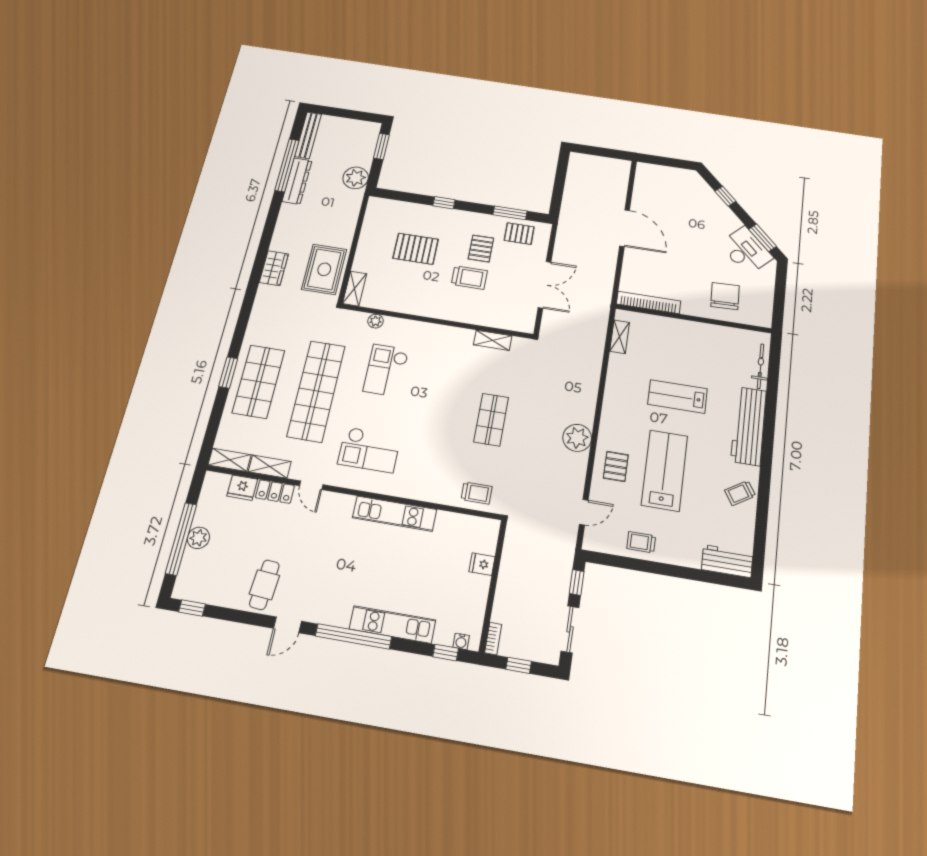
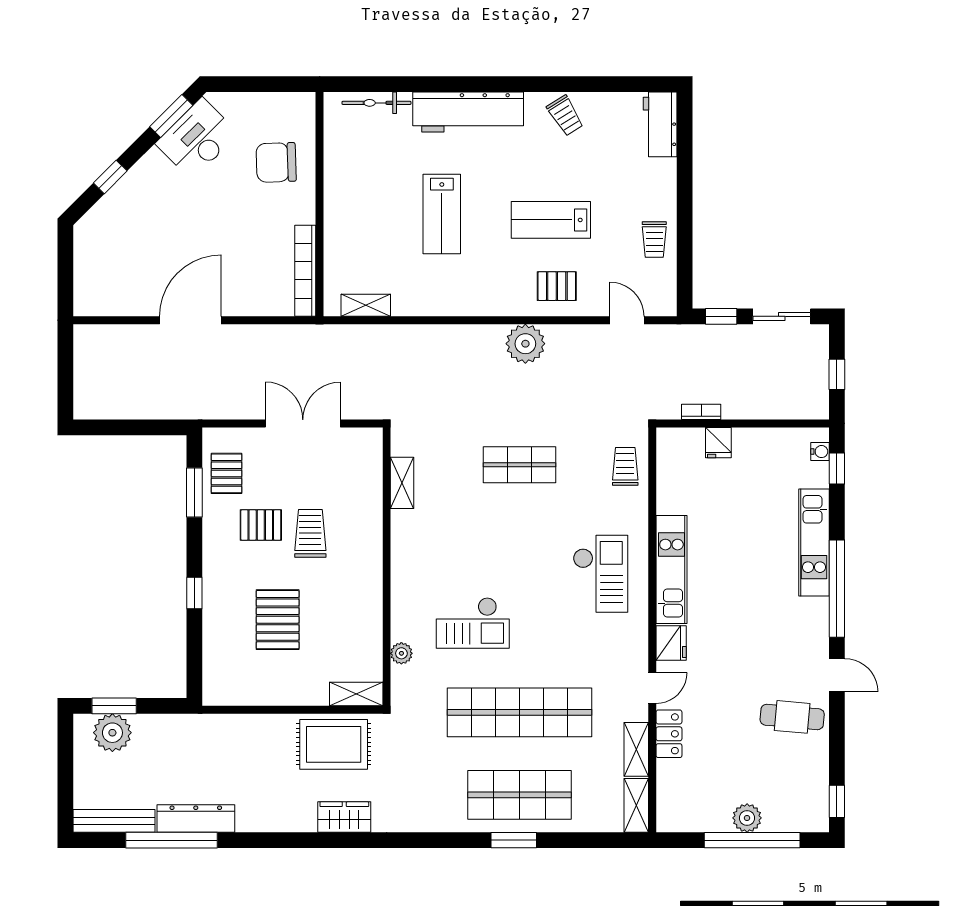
plant: (356, 178) -> (112, 733), moved
checkout: (369, 450) -> (600, 574), moved
lab bench: (665, 470) -> (551, 220), width x0.73, depth x0.72
fridge: (242, 488) -> (671, 643), moved
bookcase: (493, 639) -> (701, 412), moved

